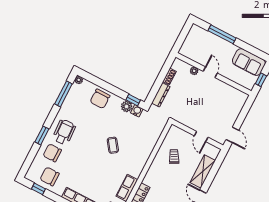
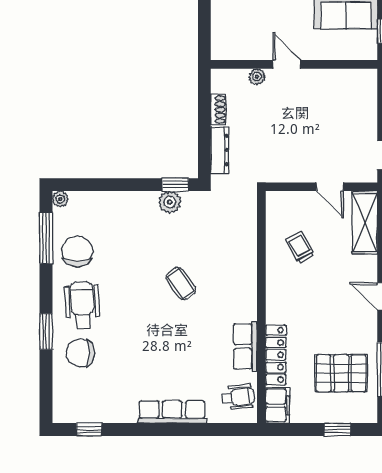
chair: (100, 99) -> (77, 251), moved, turned 180
water cooler: (137, 111) -> (192, 200), removed
shelving: (203, 172) -> (365, 222), moved
chair: (50, 176) -> (97, 397), removed

